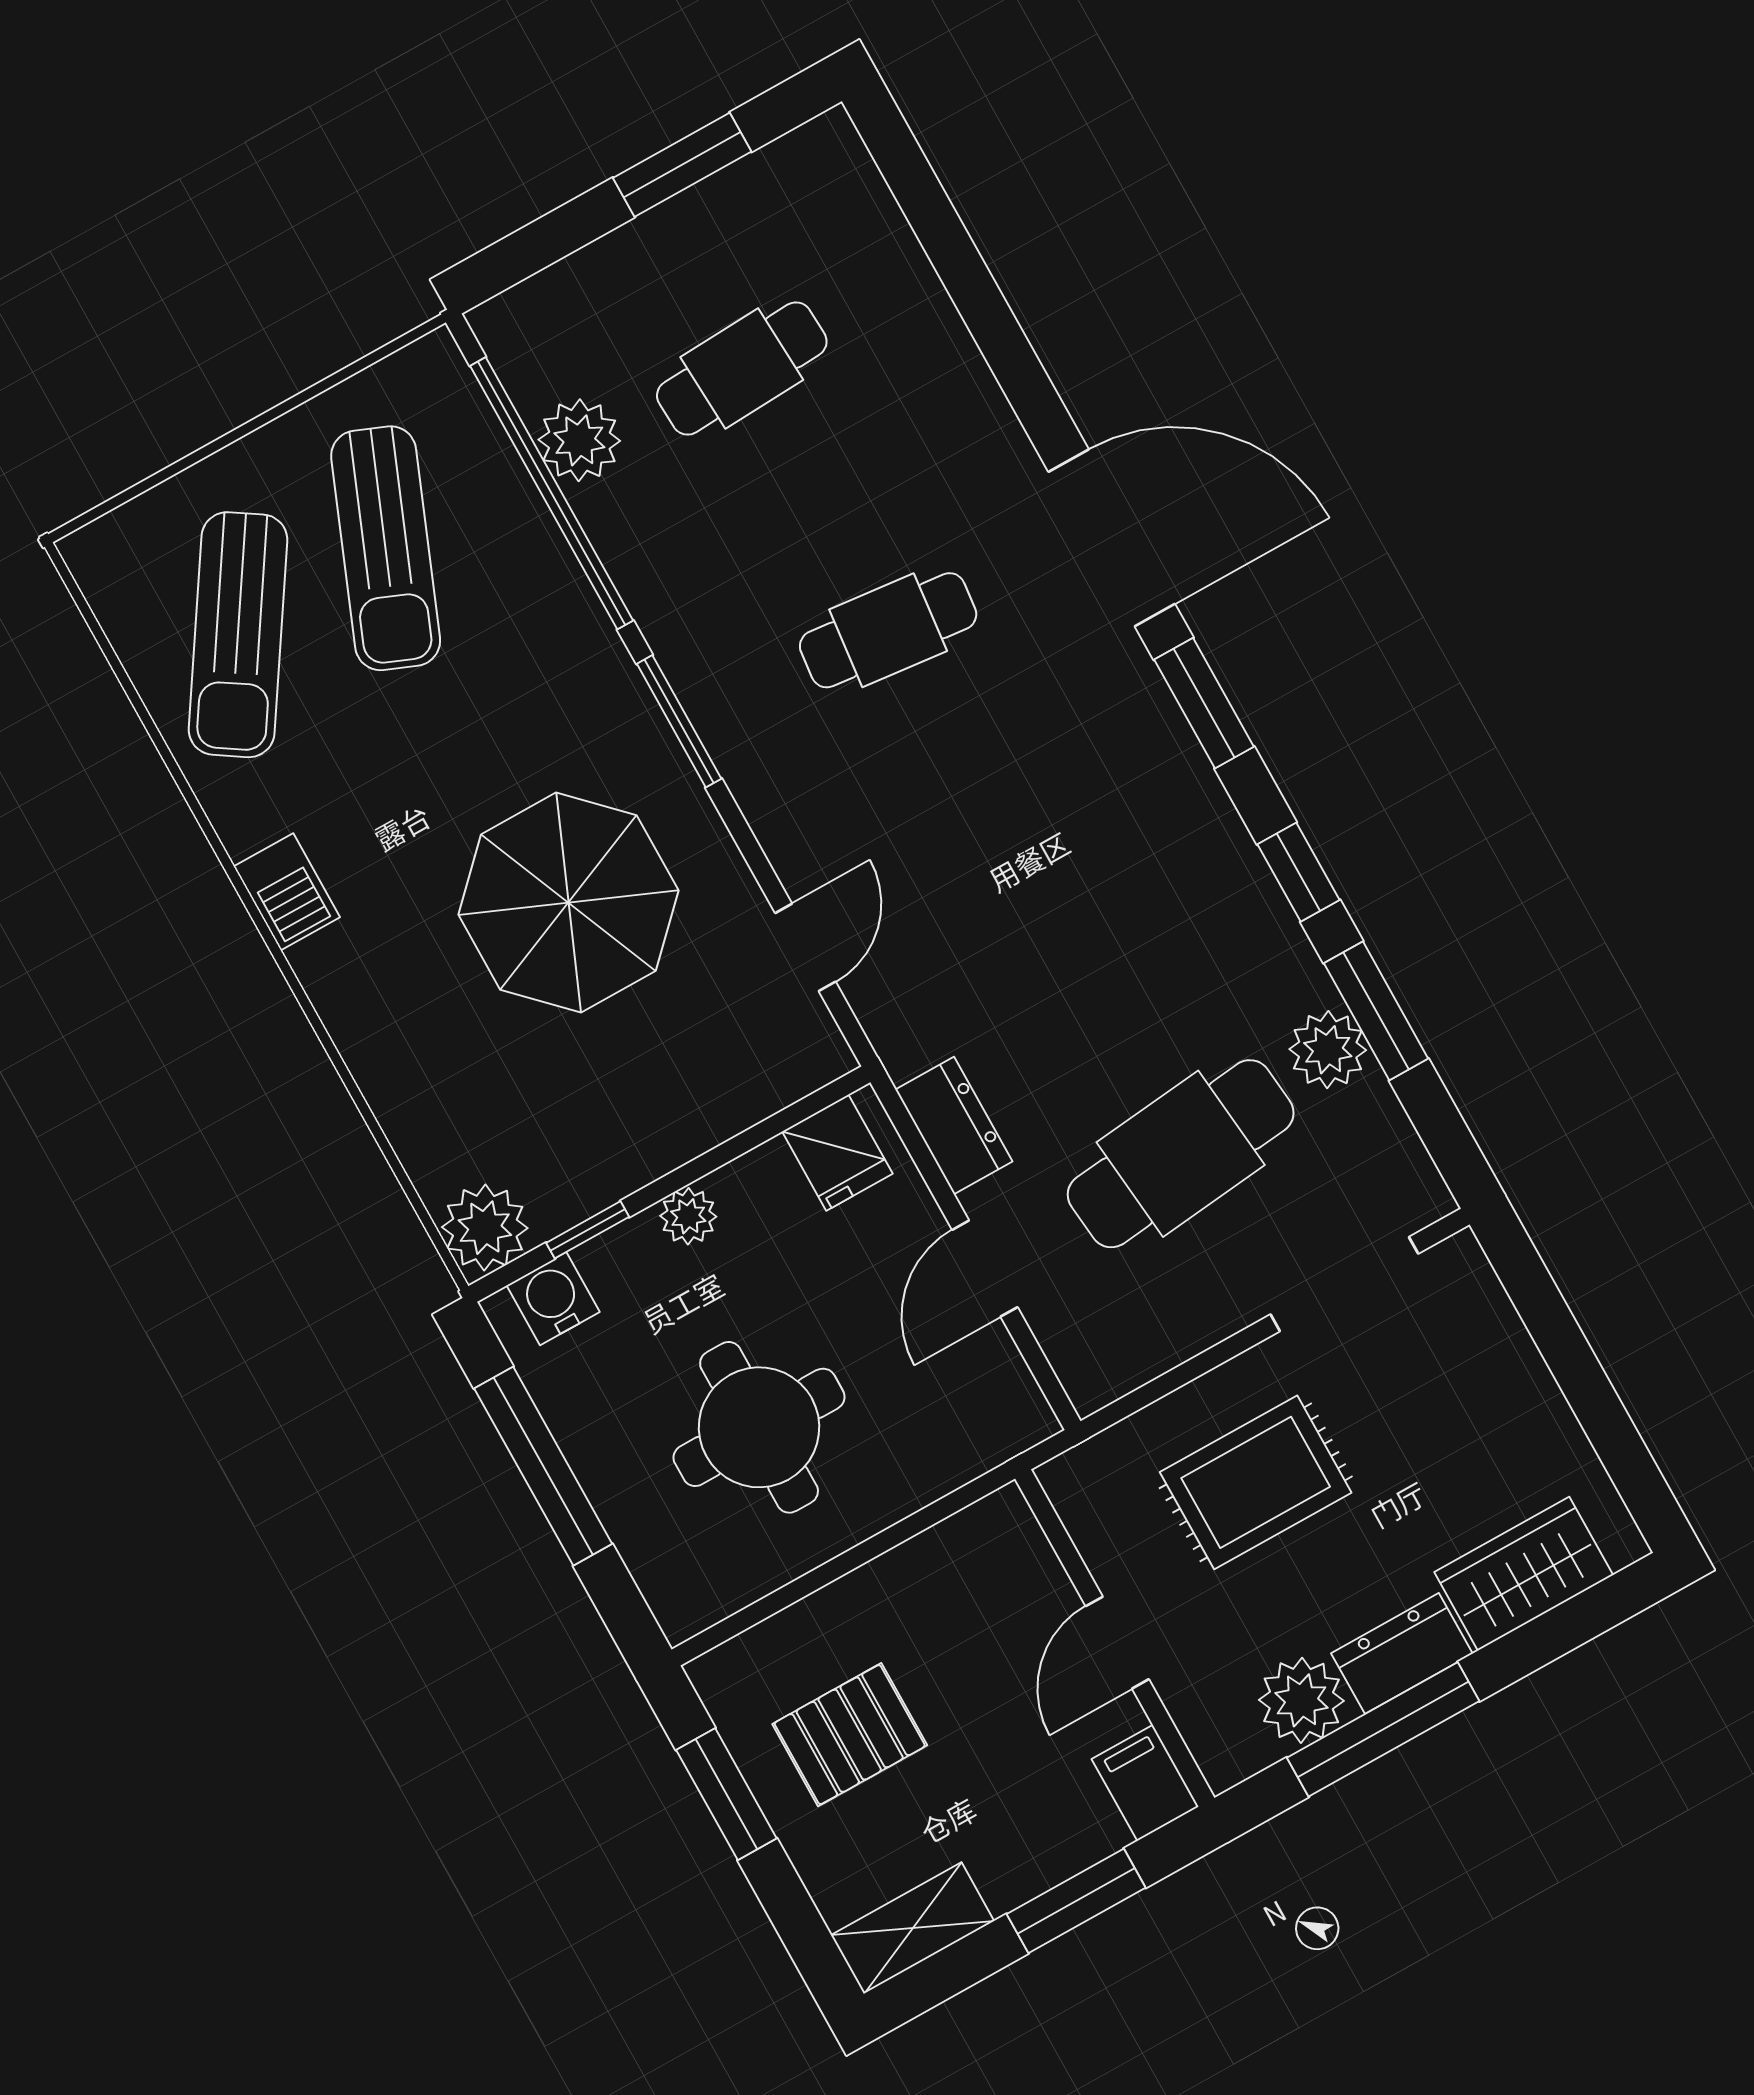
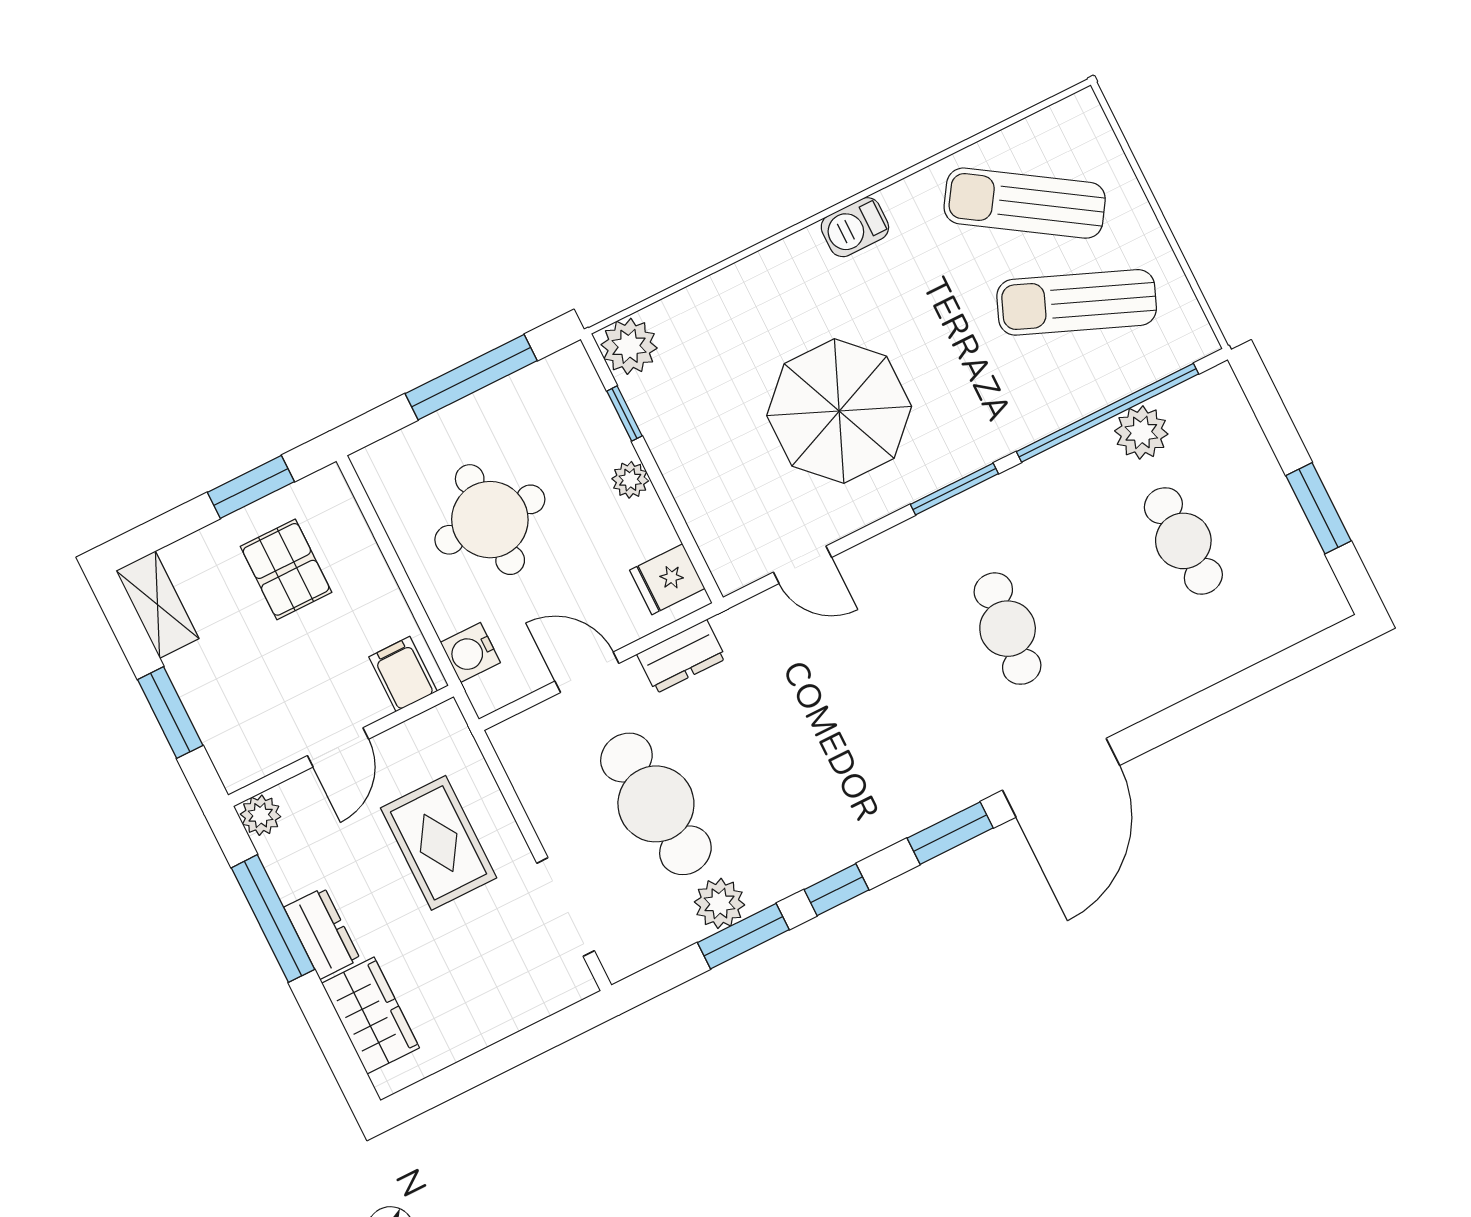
water cooler: (553, 1299) -> (470, 652), moved, turned 180
door: (1117, 1643) -> (338, 747), swing flipped
plant: (1301, 1700) -> (261, 815), moved, width x0.73, depth x0.73
filing cabinet: (1145, 1783) -> (403, 674), moved, turned -90

